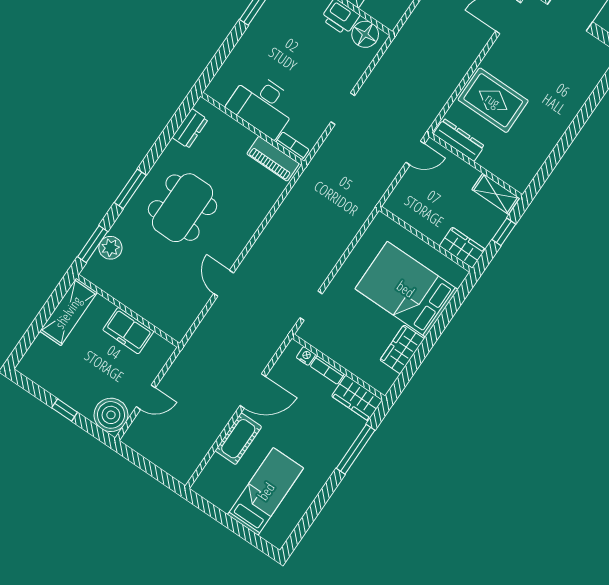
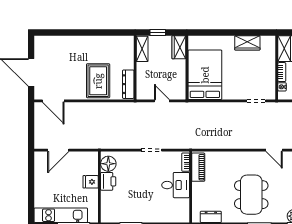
desk: (263, 105) -> (176, 185), width x0.73
door: (415, 153) -> (162, 101), moved
dining table: (182, 208) -> (251, 195), turned 90
door: (224, 283) -> (274, 150), hinge flipped
bed: (406, 289) -> (205, 75), moved, turned 180

